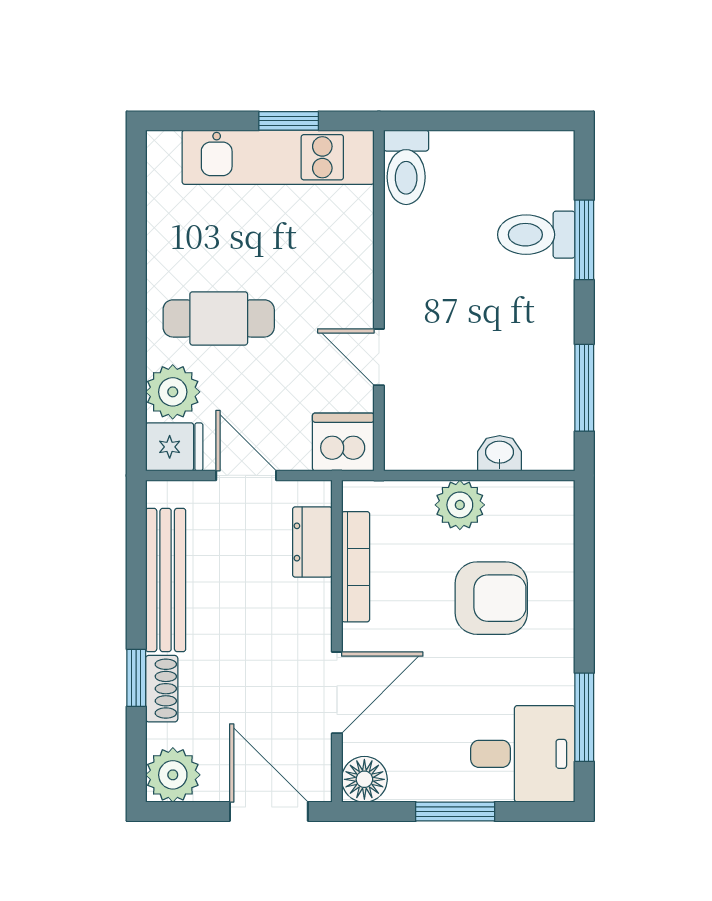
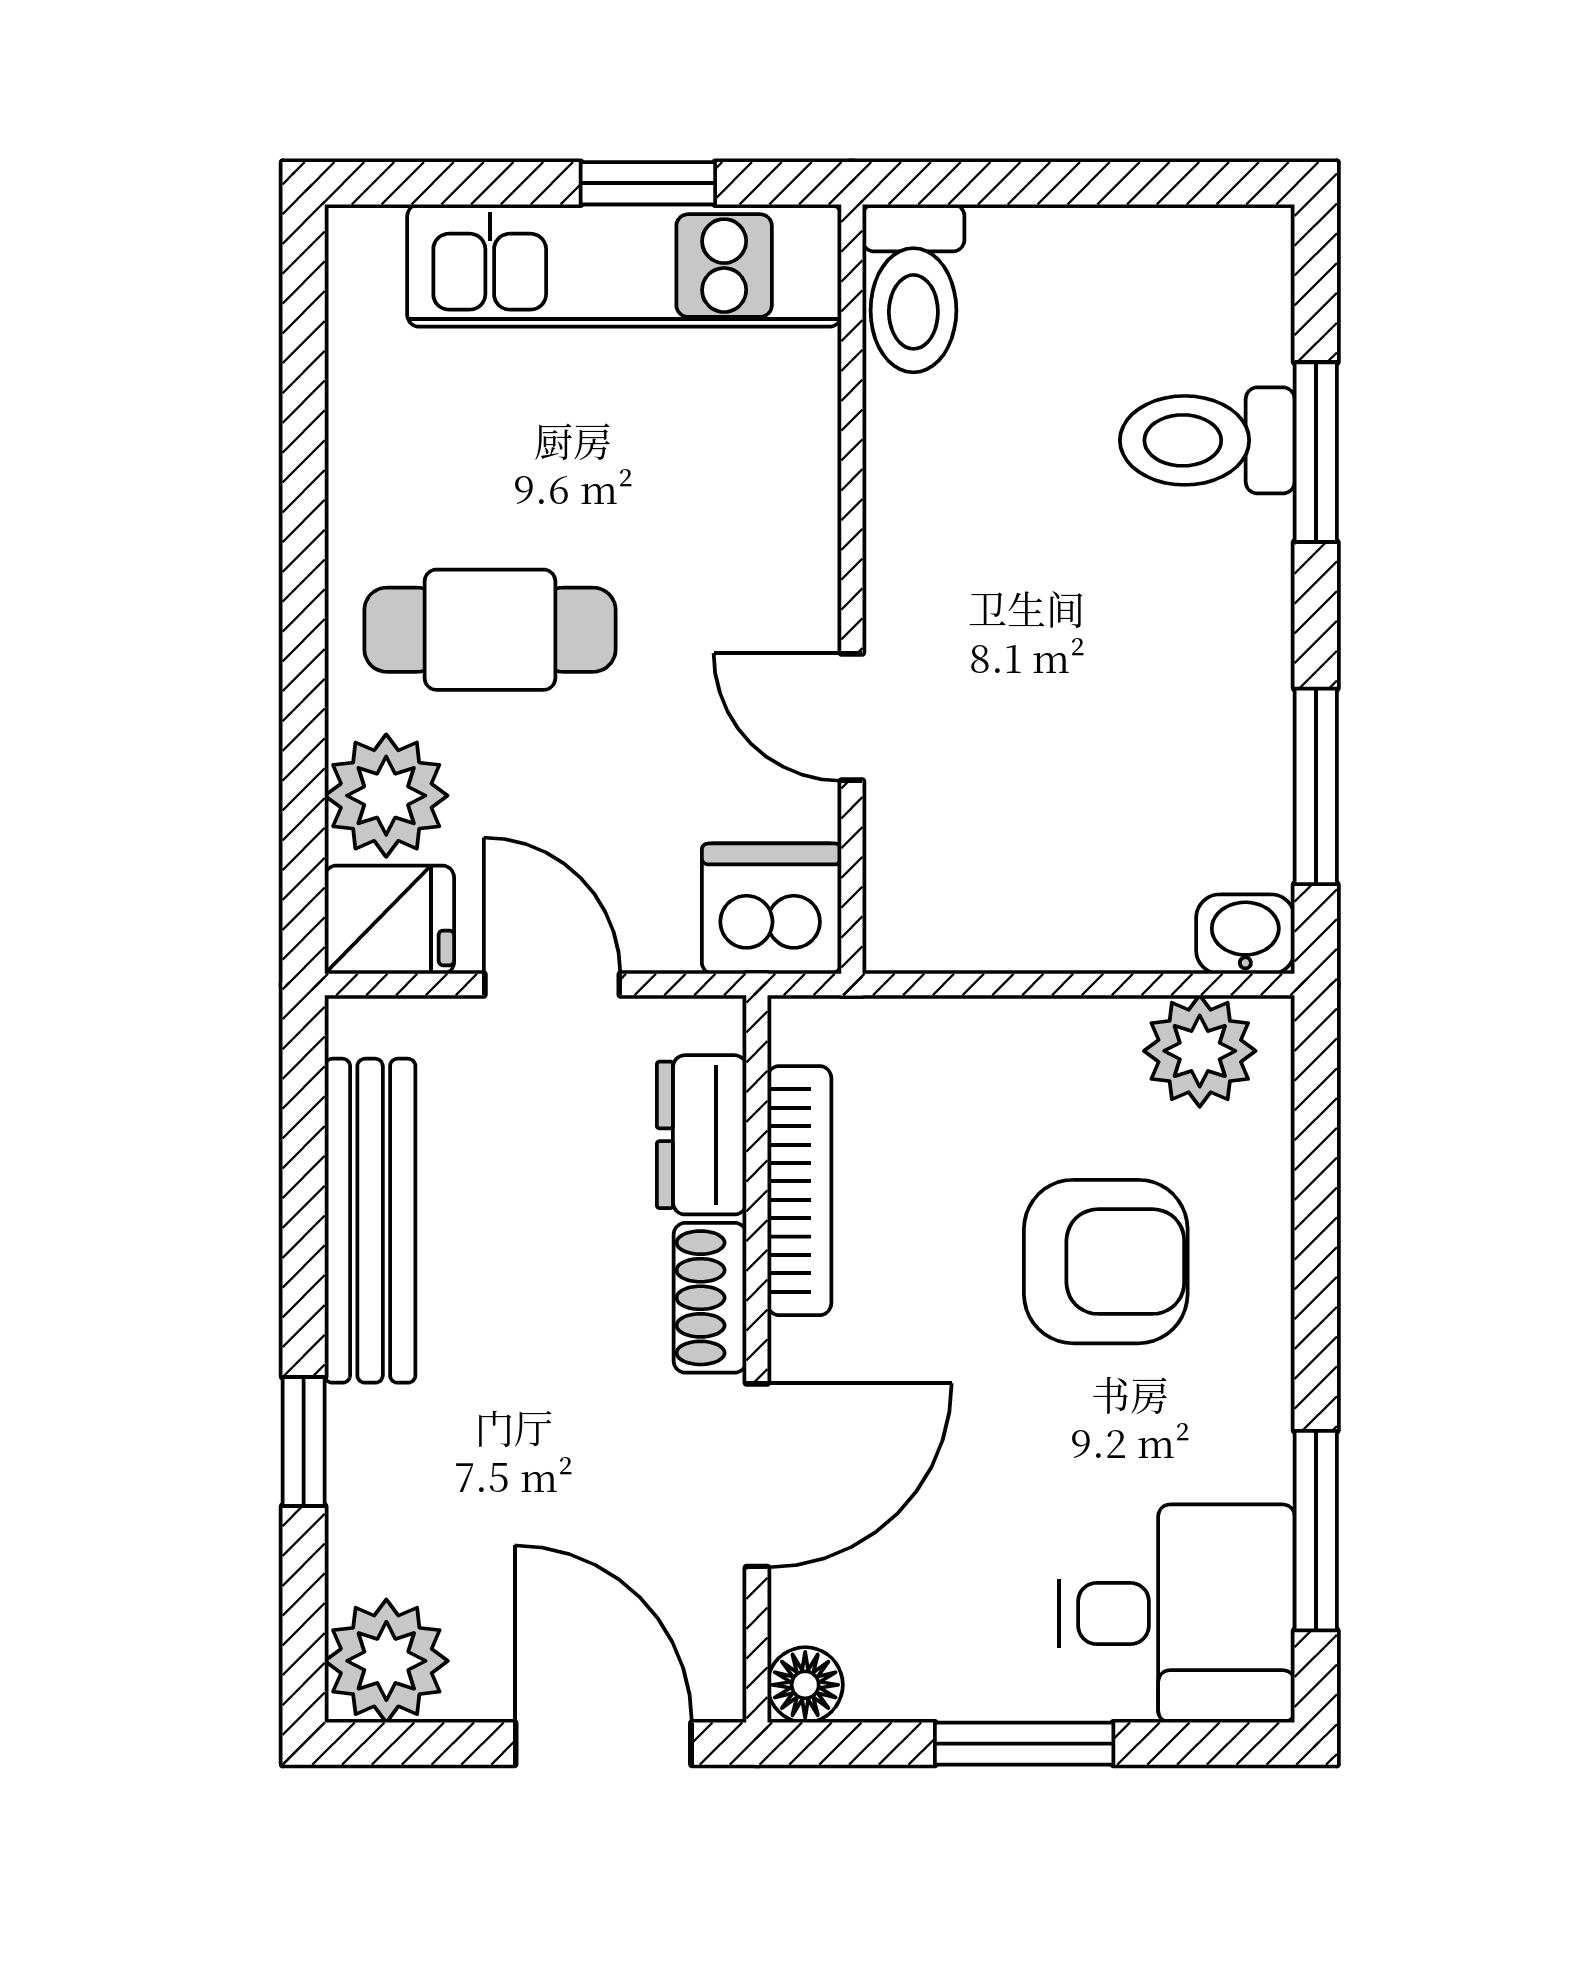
washbasin: (500, 453) -> (1245, 934), moved
plant: (460, 505) -> (1200, 1051), moved
shoe rack: (162, 689) -> (710, 1298), moved, turned 180
floor lamp: (364, 779) -> (805, 1685), width x0.73, depth x0.73

